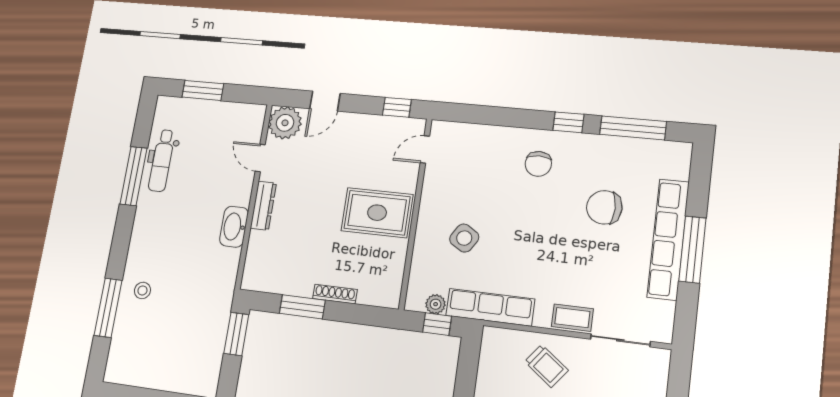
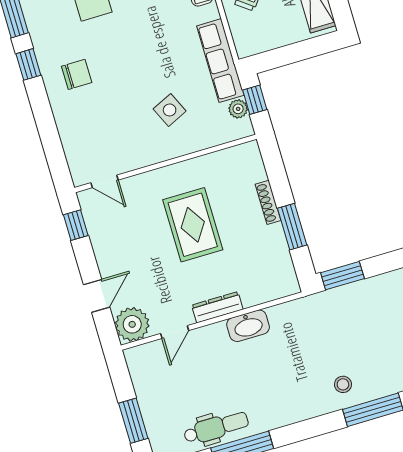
door: (325, 101) -> (97, 296), hinge flipped
rug: (377, 213) -> (193, 225), moved
side table: (464, 238) -> (170, 110), turned 33

